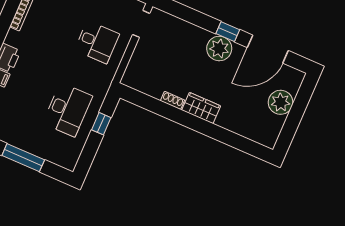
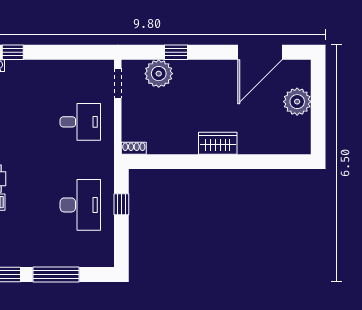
window: (228, 32) -> (176, 52), moved
plant: (219, 48) -> (159, 74), moved
shoe rack: (173, 100) -> (134, 148), moved

